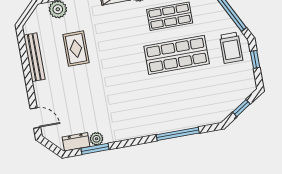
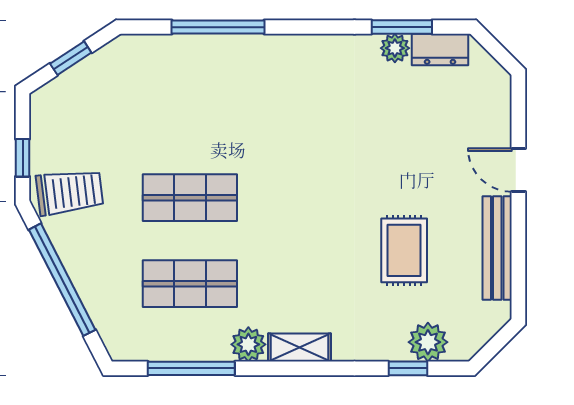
trolley: (231, 48) -> (70, 192), turned 83
shop shelf: (177, 55) -> (190, 198), width x0.70, depth x0.74
door: (35, 118) -> (518, 170), moved

